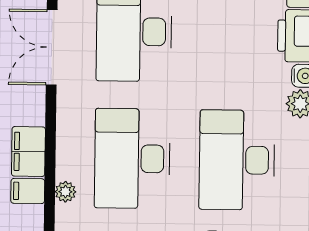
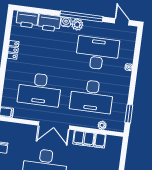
double door: (52, 47) -> (54, 126), moved
desk: (237, 160) -> (97, 53), turned 180

